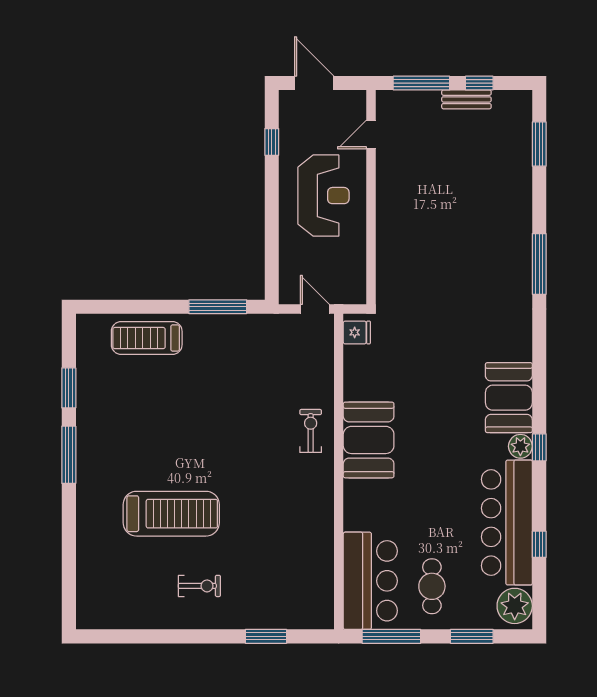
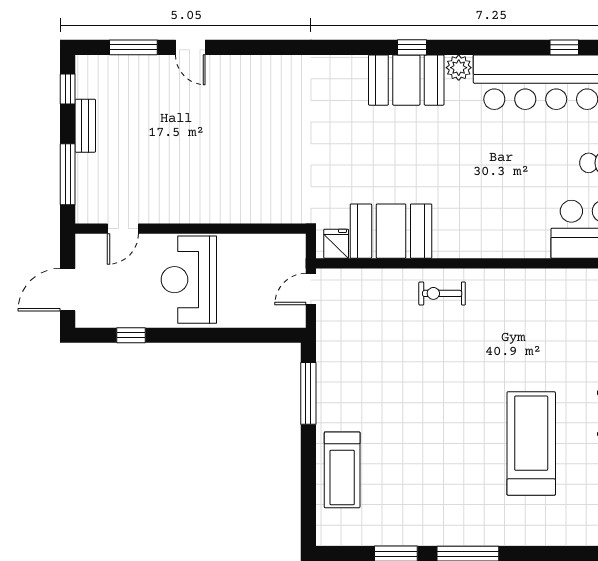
window: (479, 83) -> (68, 89), moved
door: (371, 134) -> (123, 229), hinge flipped
reception desk: (323, 196) -> (189, 280), turned -90
door: (539, 197) -> (190, 47), added
window: (539, 264) -> (262, 47), removed
booth: (369, 440) -> (391, 231), moved
window: (539, 447) -> (412, 47), moved

